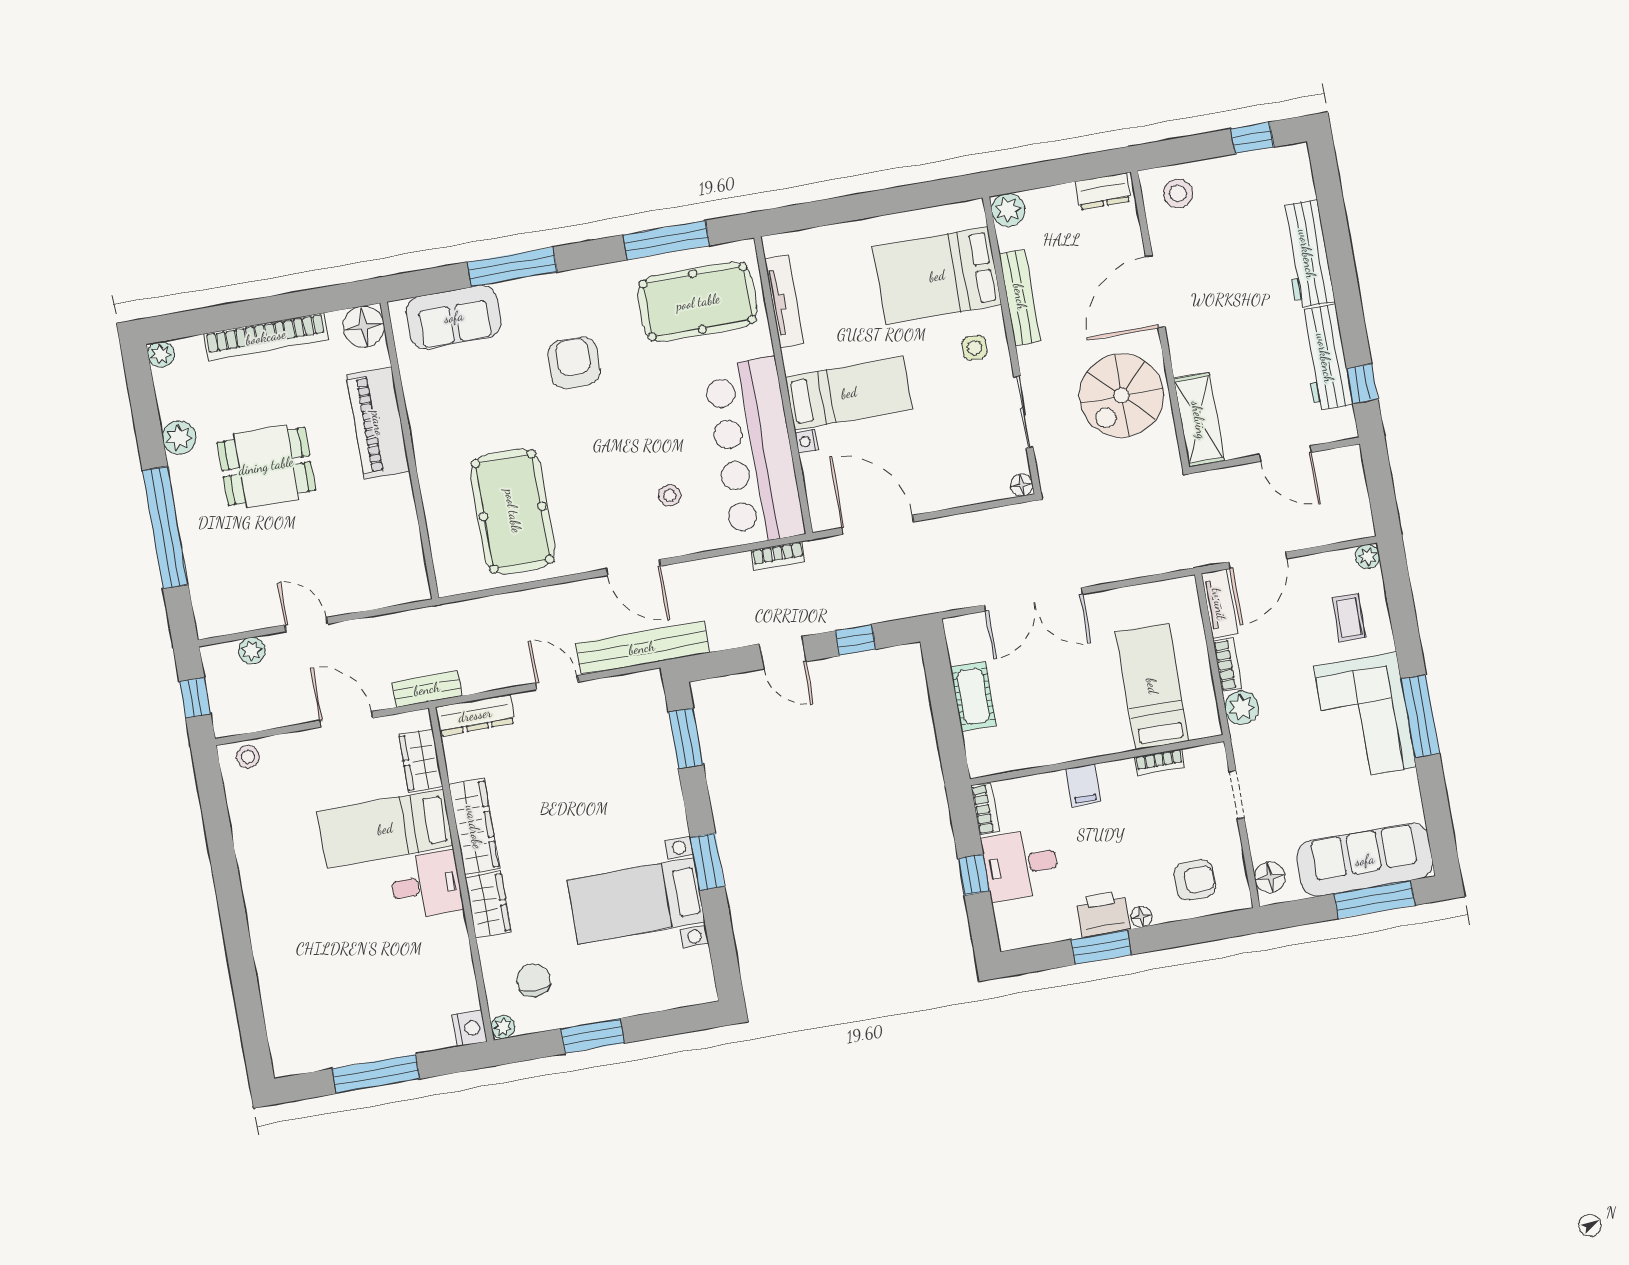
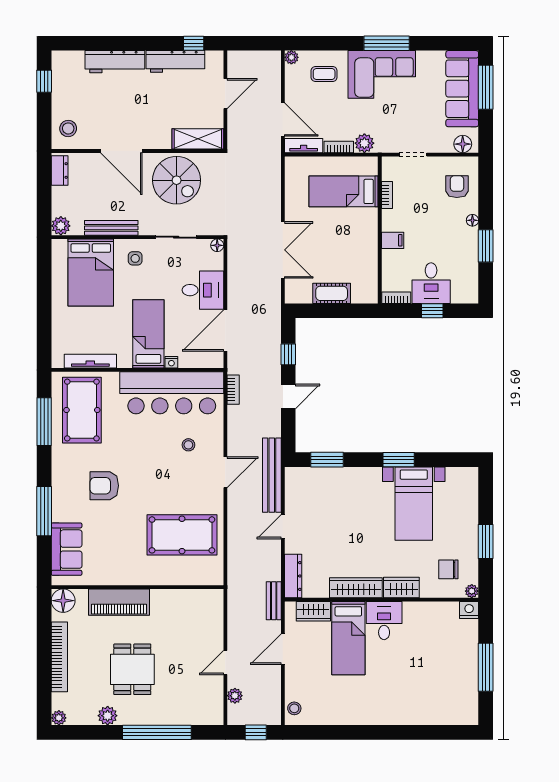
desk: (940, 474) -> (203, 290), added
printer: (1103, 914) -> (467, 242), removed

